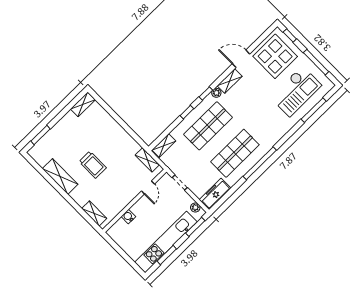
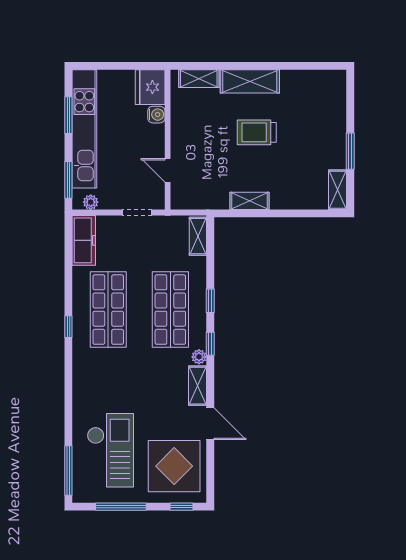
door: (241, 59) -> (210, 424), hinge flipped
checkout: (296, 91) -> (110, 450), turned 180
window: (314, 110) -> (68, 470), moved
window: (41, 135) -> (350, 151), moved
shelving: (147, 160) -> (249, 201), moved
window: (260, 163) -> (68, 327), width x0.32
shelving: (60, 176) -> (250, 81), moved
fridge: (119, 231) -> (150, 87), added

